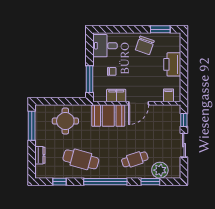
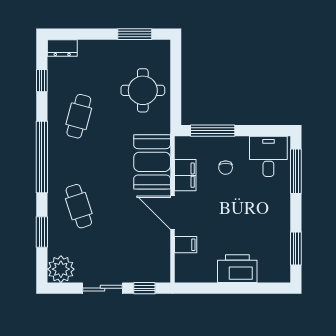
window: (114, 29) -> (296, 171), added
chair: (145, 45) -> (269, 223), removed
filing cabinet: (168, 95) -> (186, 245), moved
window: (32, 126) -> (135, 34), width x0.69
dresser: (40, 155) -> (62, 48), moved
cafe table: (81, 159) -> (79, 116), width x0.73, depth x0.74
plant: (160, 170) -> (61, 269), moved

